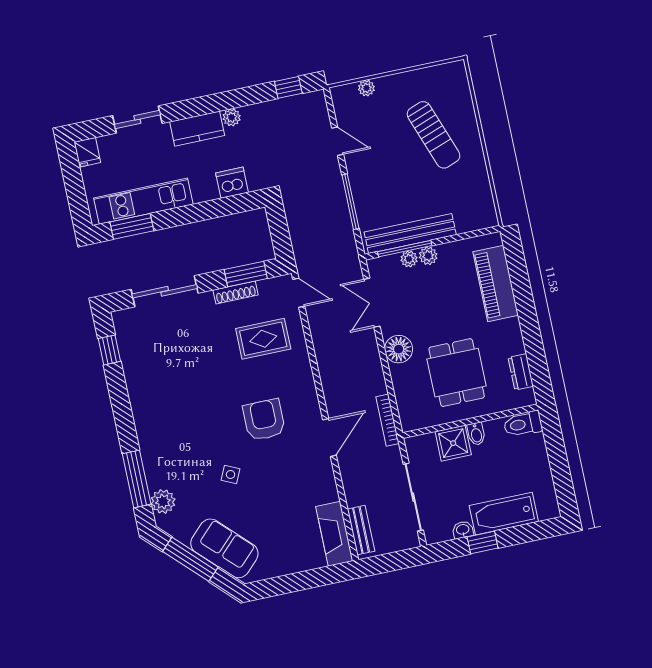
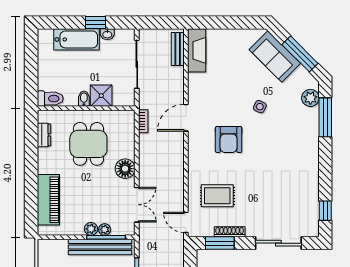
bookcase: (387, 420) -> (143, 121), width x0.64

